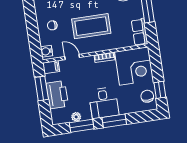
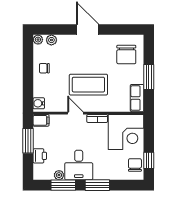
chair: (52, 25) -> (44, 68), moved
door: (72, 57) -> (75, 113), moved
printer: (57, 95) -> (40, 156), width x0.53, depth x0.68
desk: (104, 103) -> (79, 165), moved

